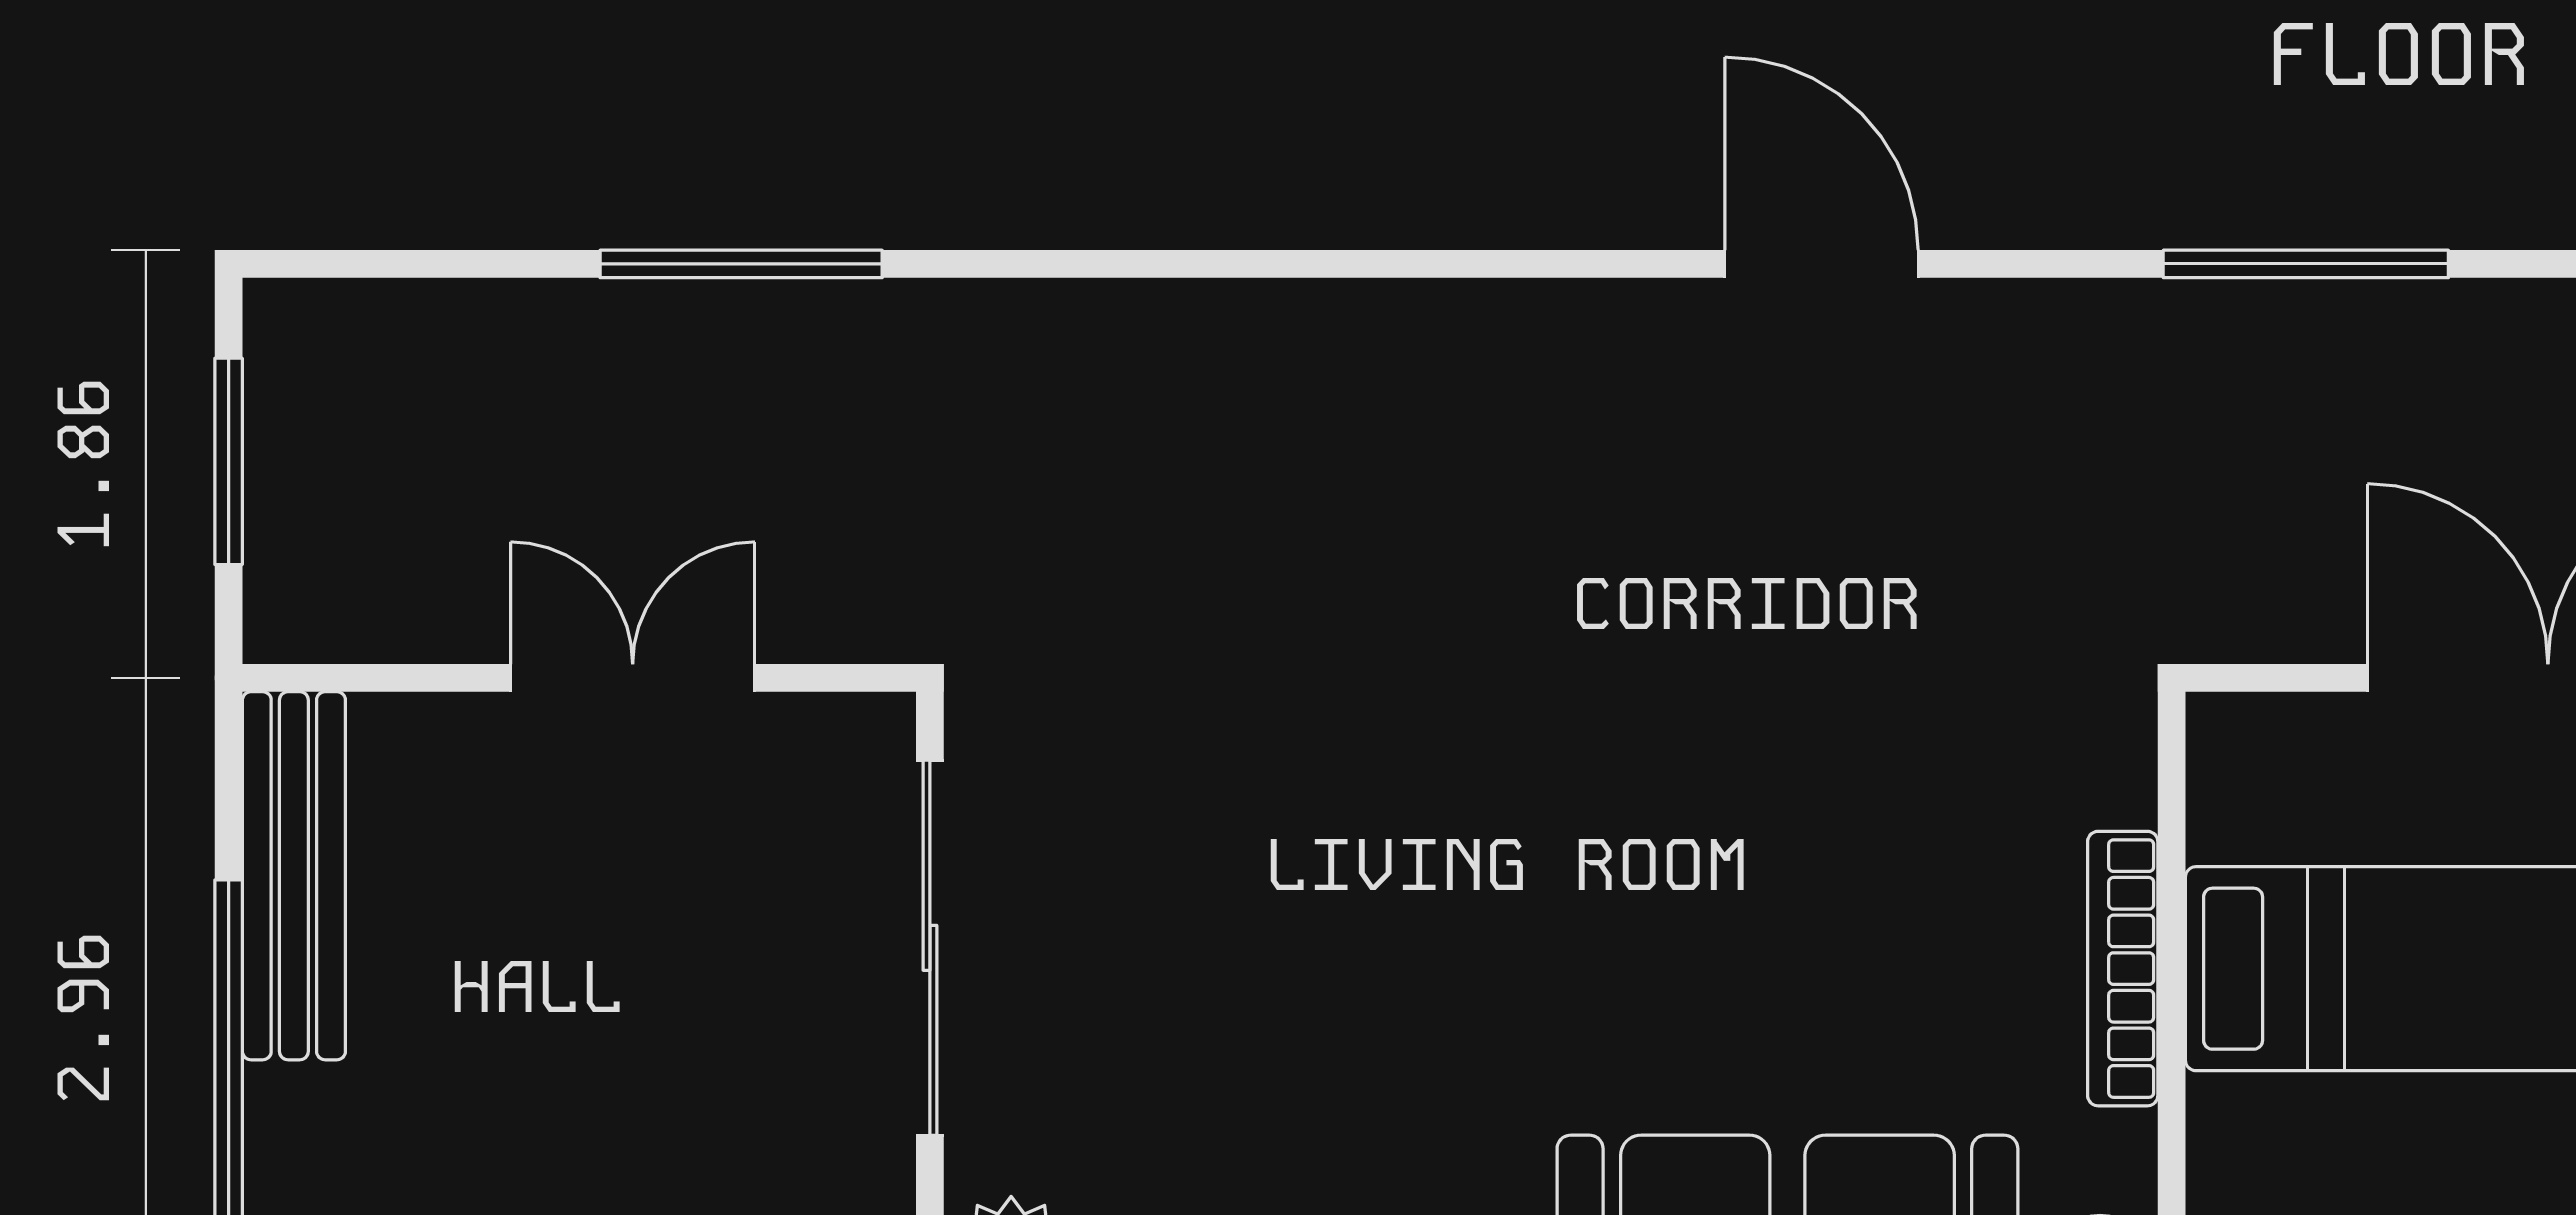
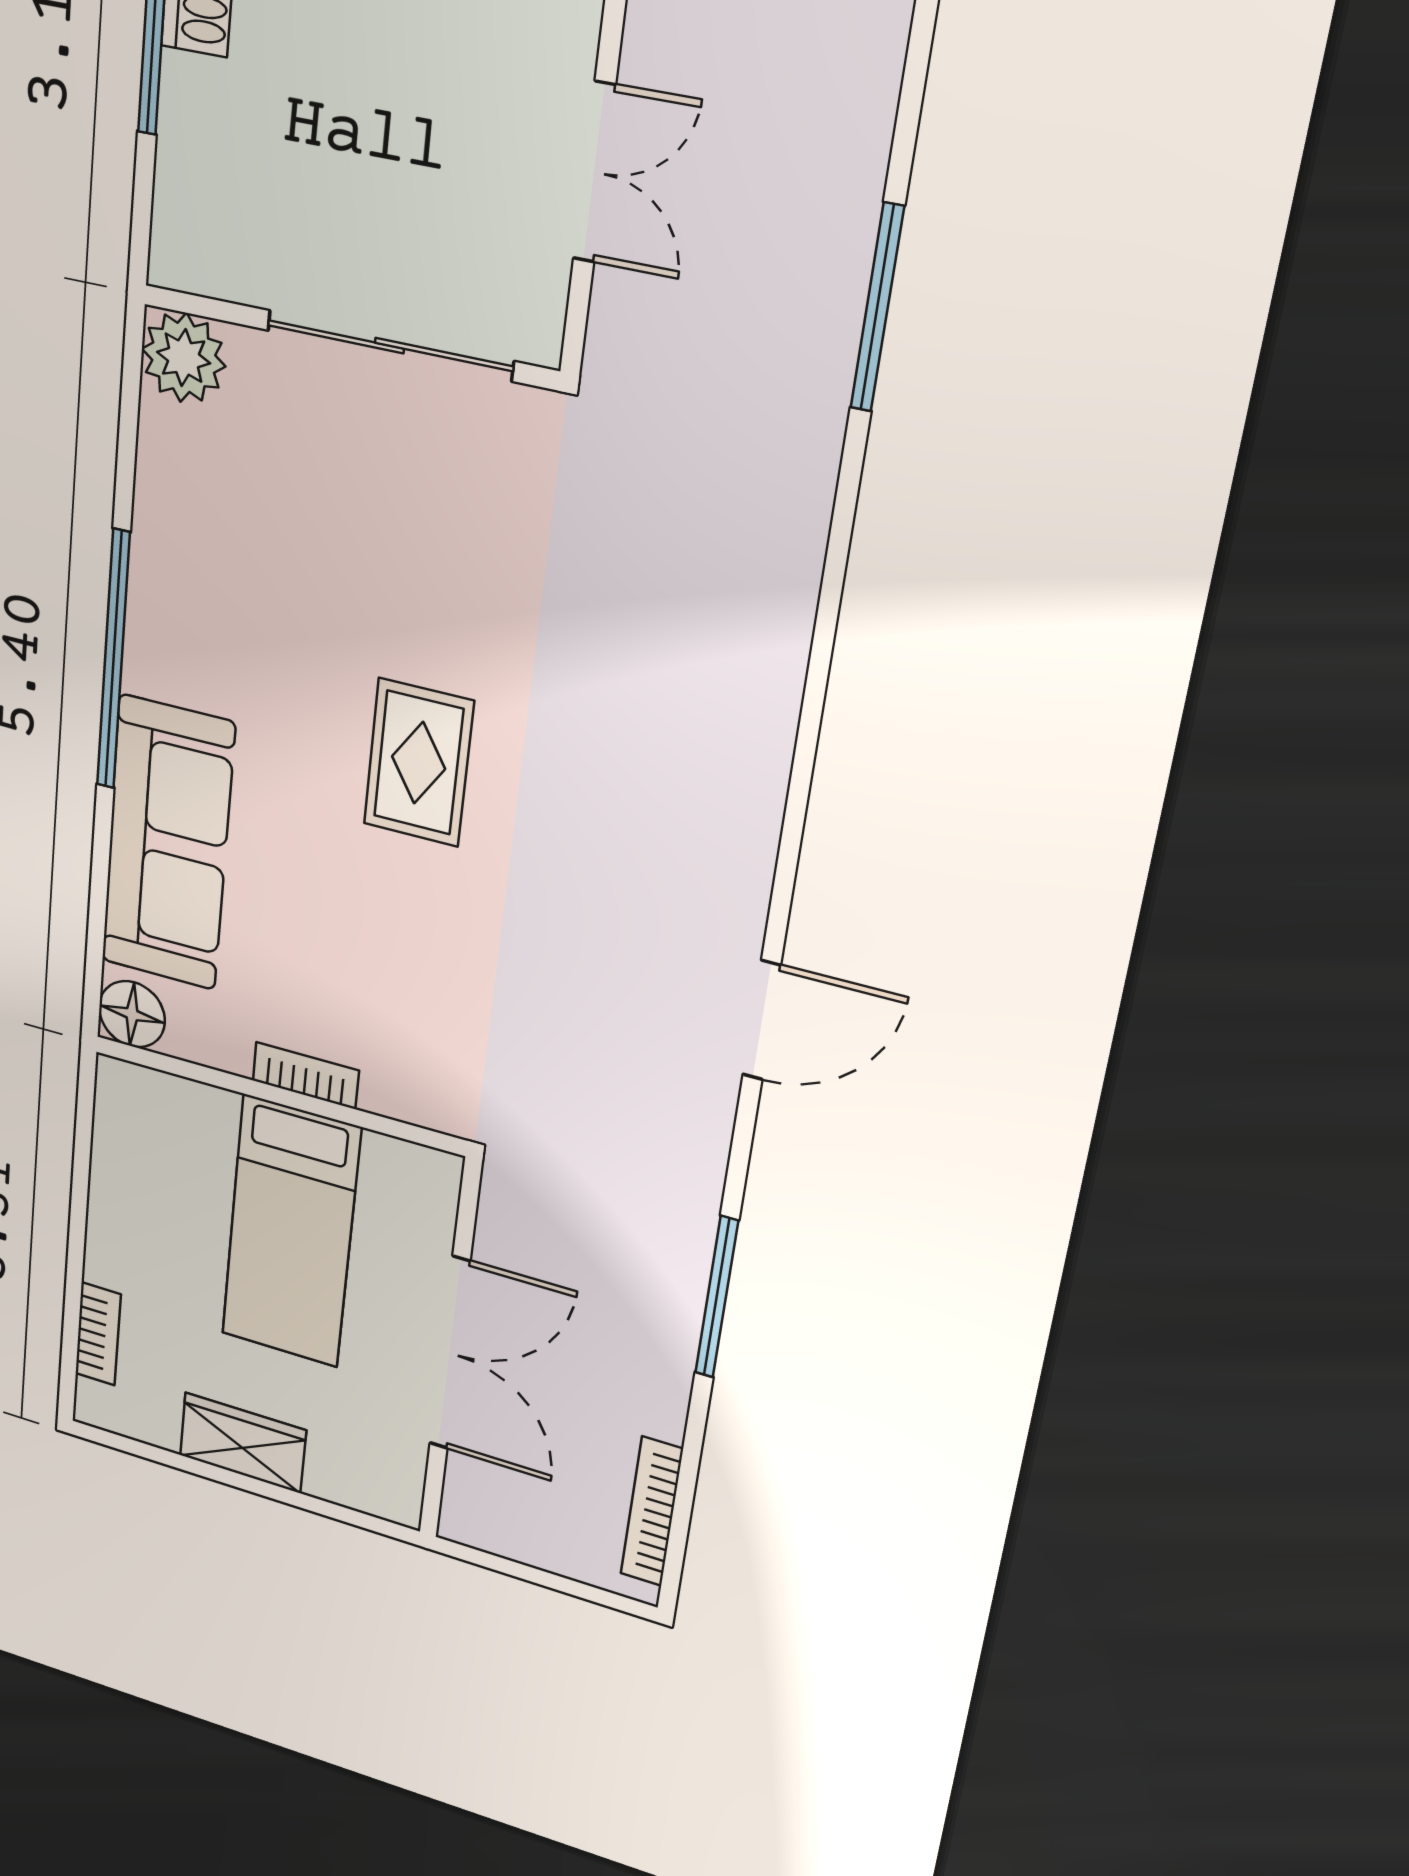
rug: (1550, 838) -> (419, 763), added
bookcase: (2123, 969) -> (306, 1075), width x0.64

